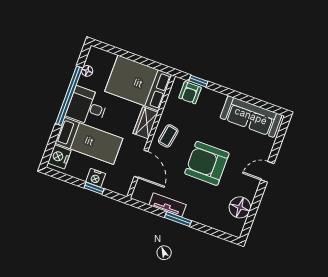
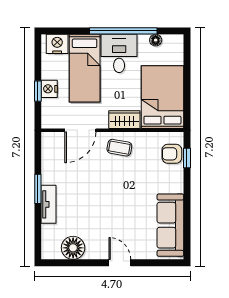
armchair: (207, 163) -> (106, 198), removed
tv unit: (168, 205) -> (48, 204), moved

